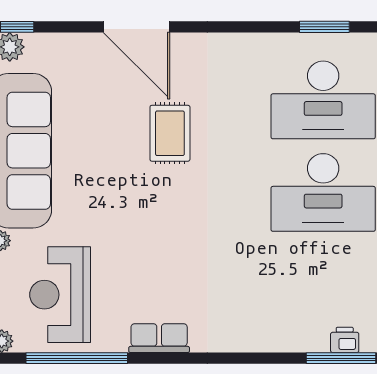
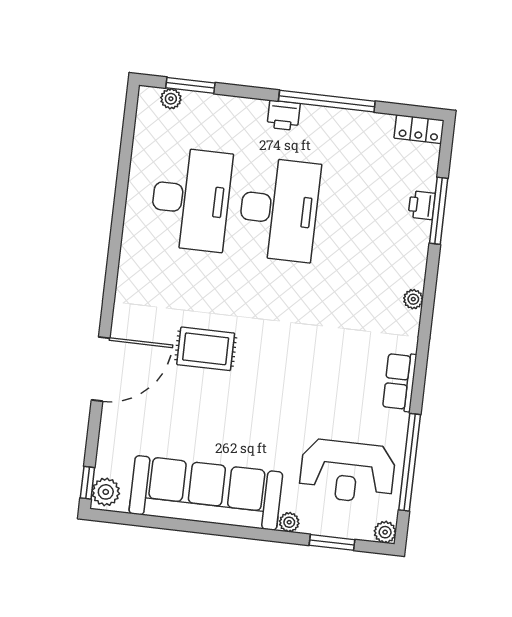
window: (324, 27) -> (121, 190), removed
plant: (246, 342) -> (413, 299), added

